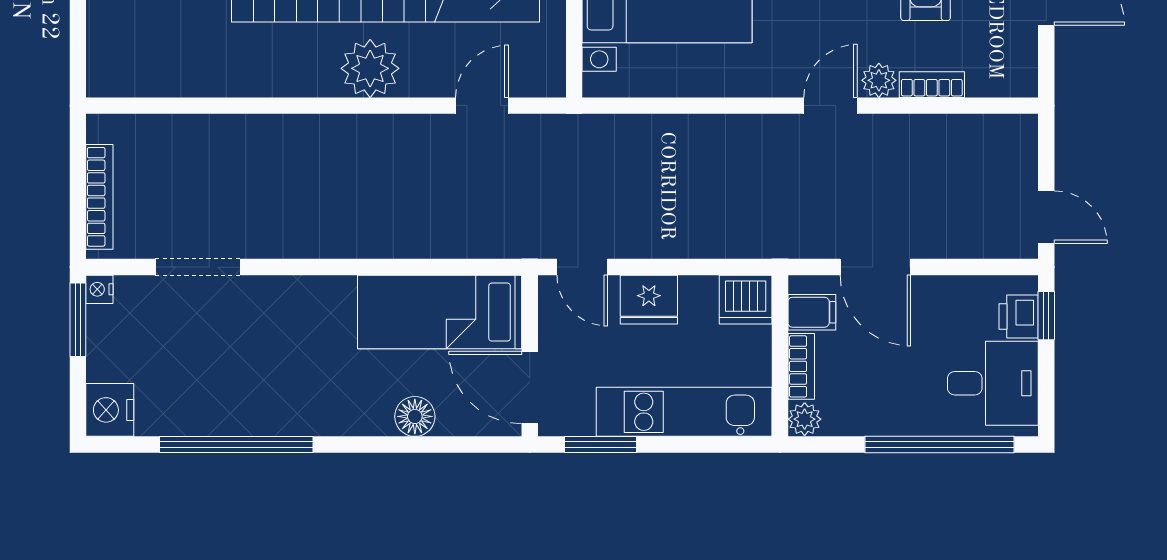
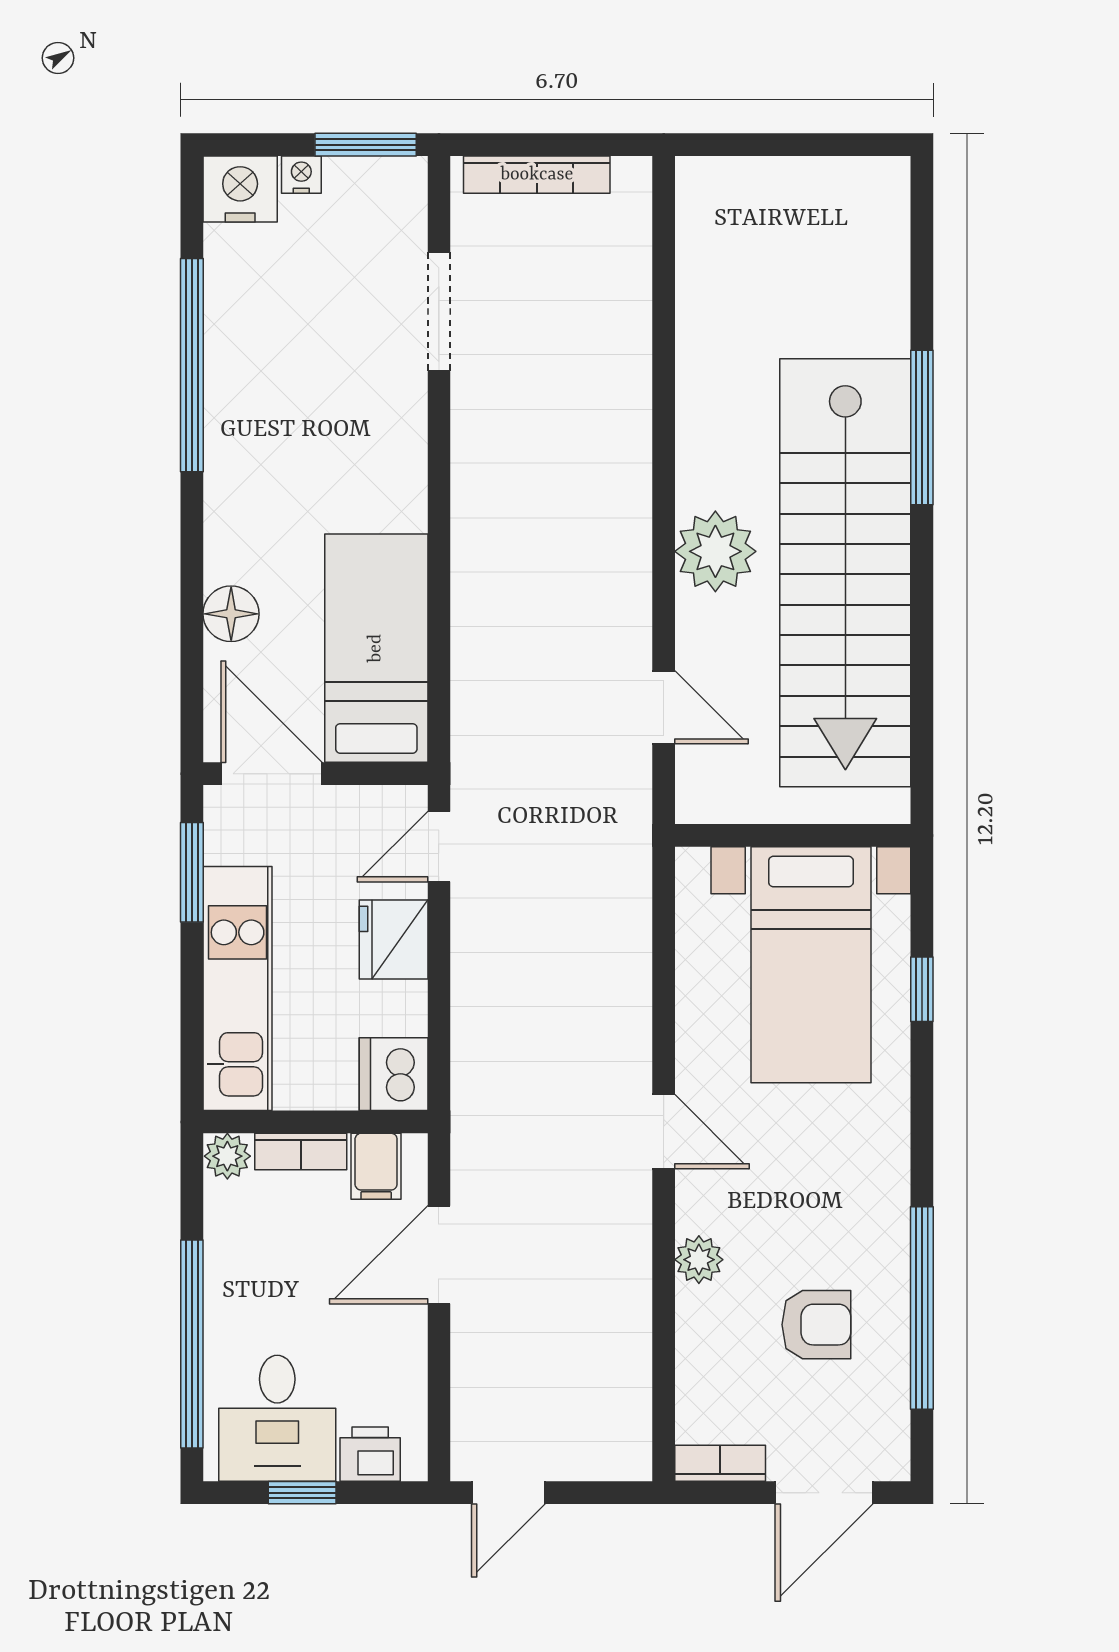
bookcase: (932, 85) -> (720, 1463), moved, turned -90
door: (831, 106) -> (664, 1132), moved
nightstand: (99, 289) -> (301, 175), moved
window: (1046, 316) -> (302, 1493), moved
door: (530, 387) -> (271, 774), hinge flipped

